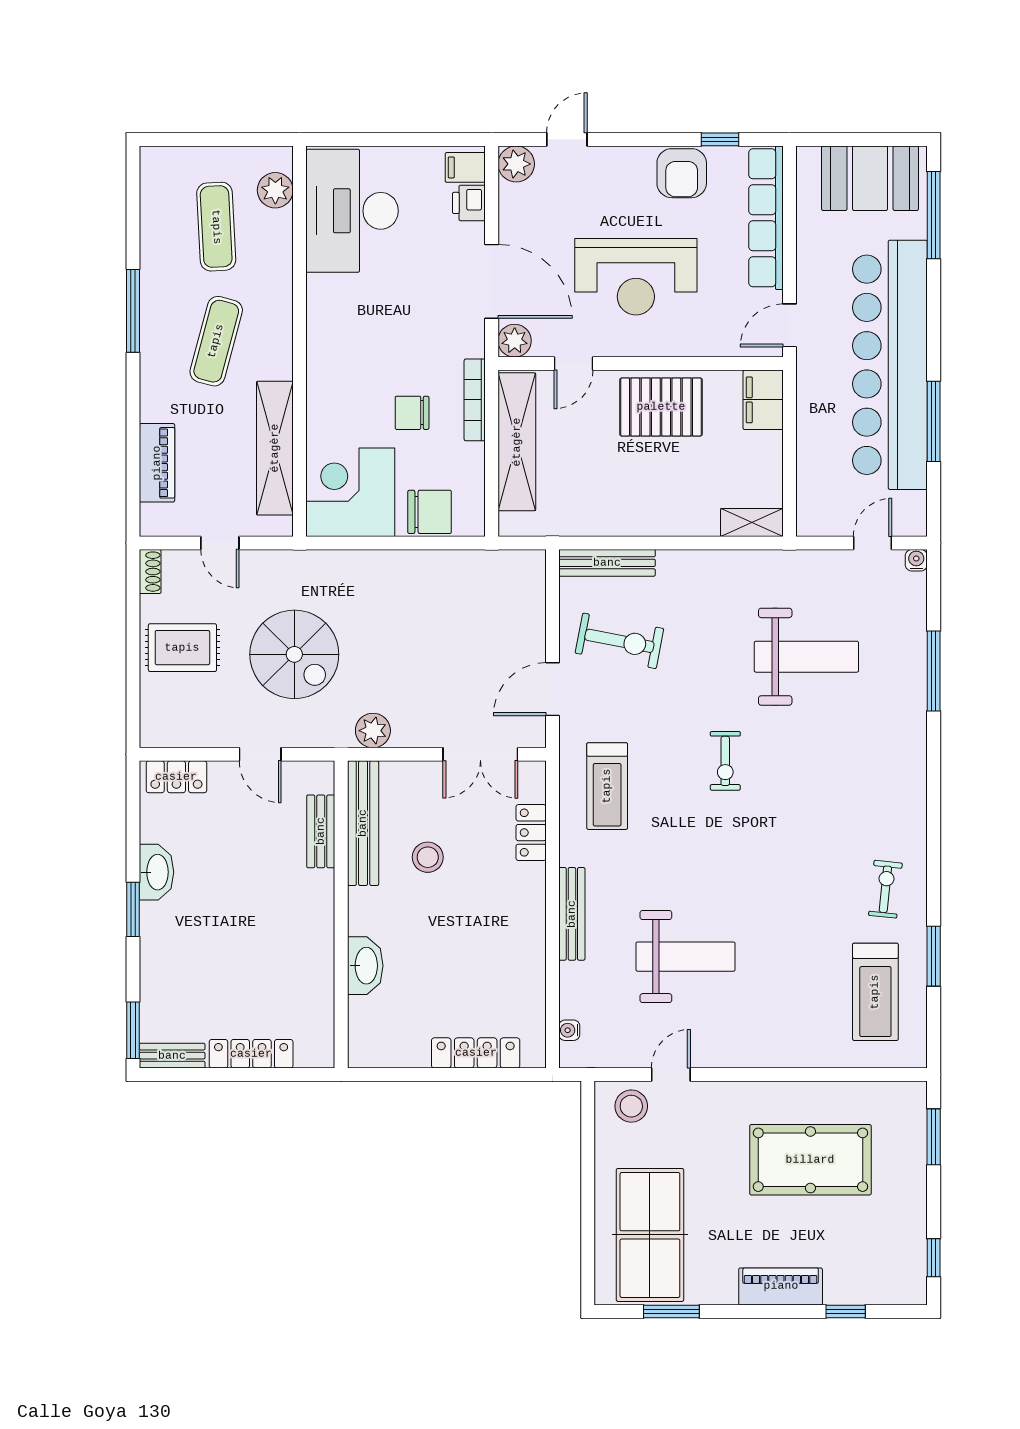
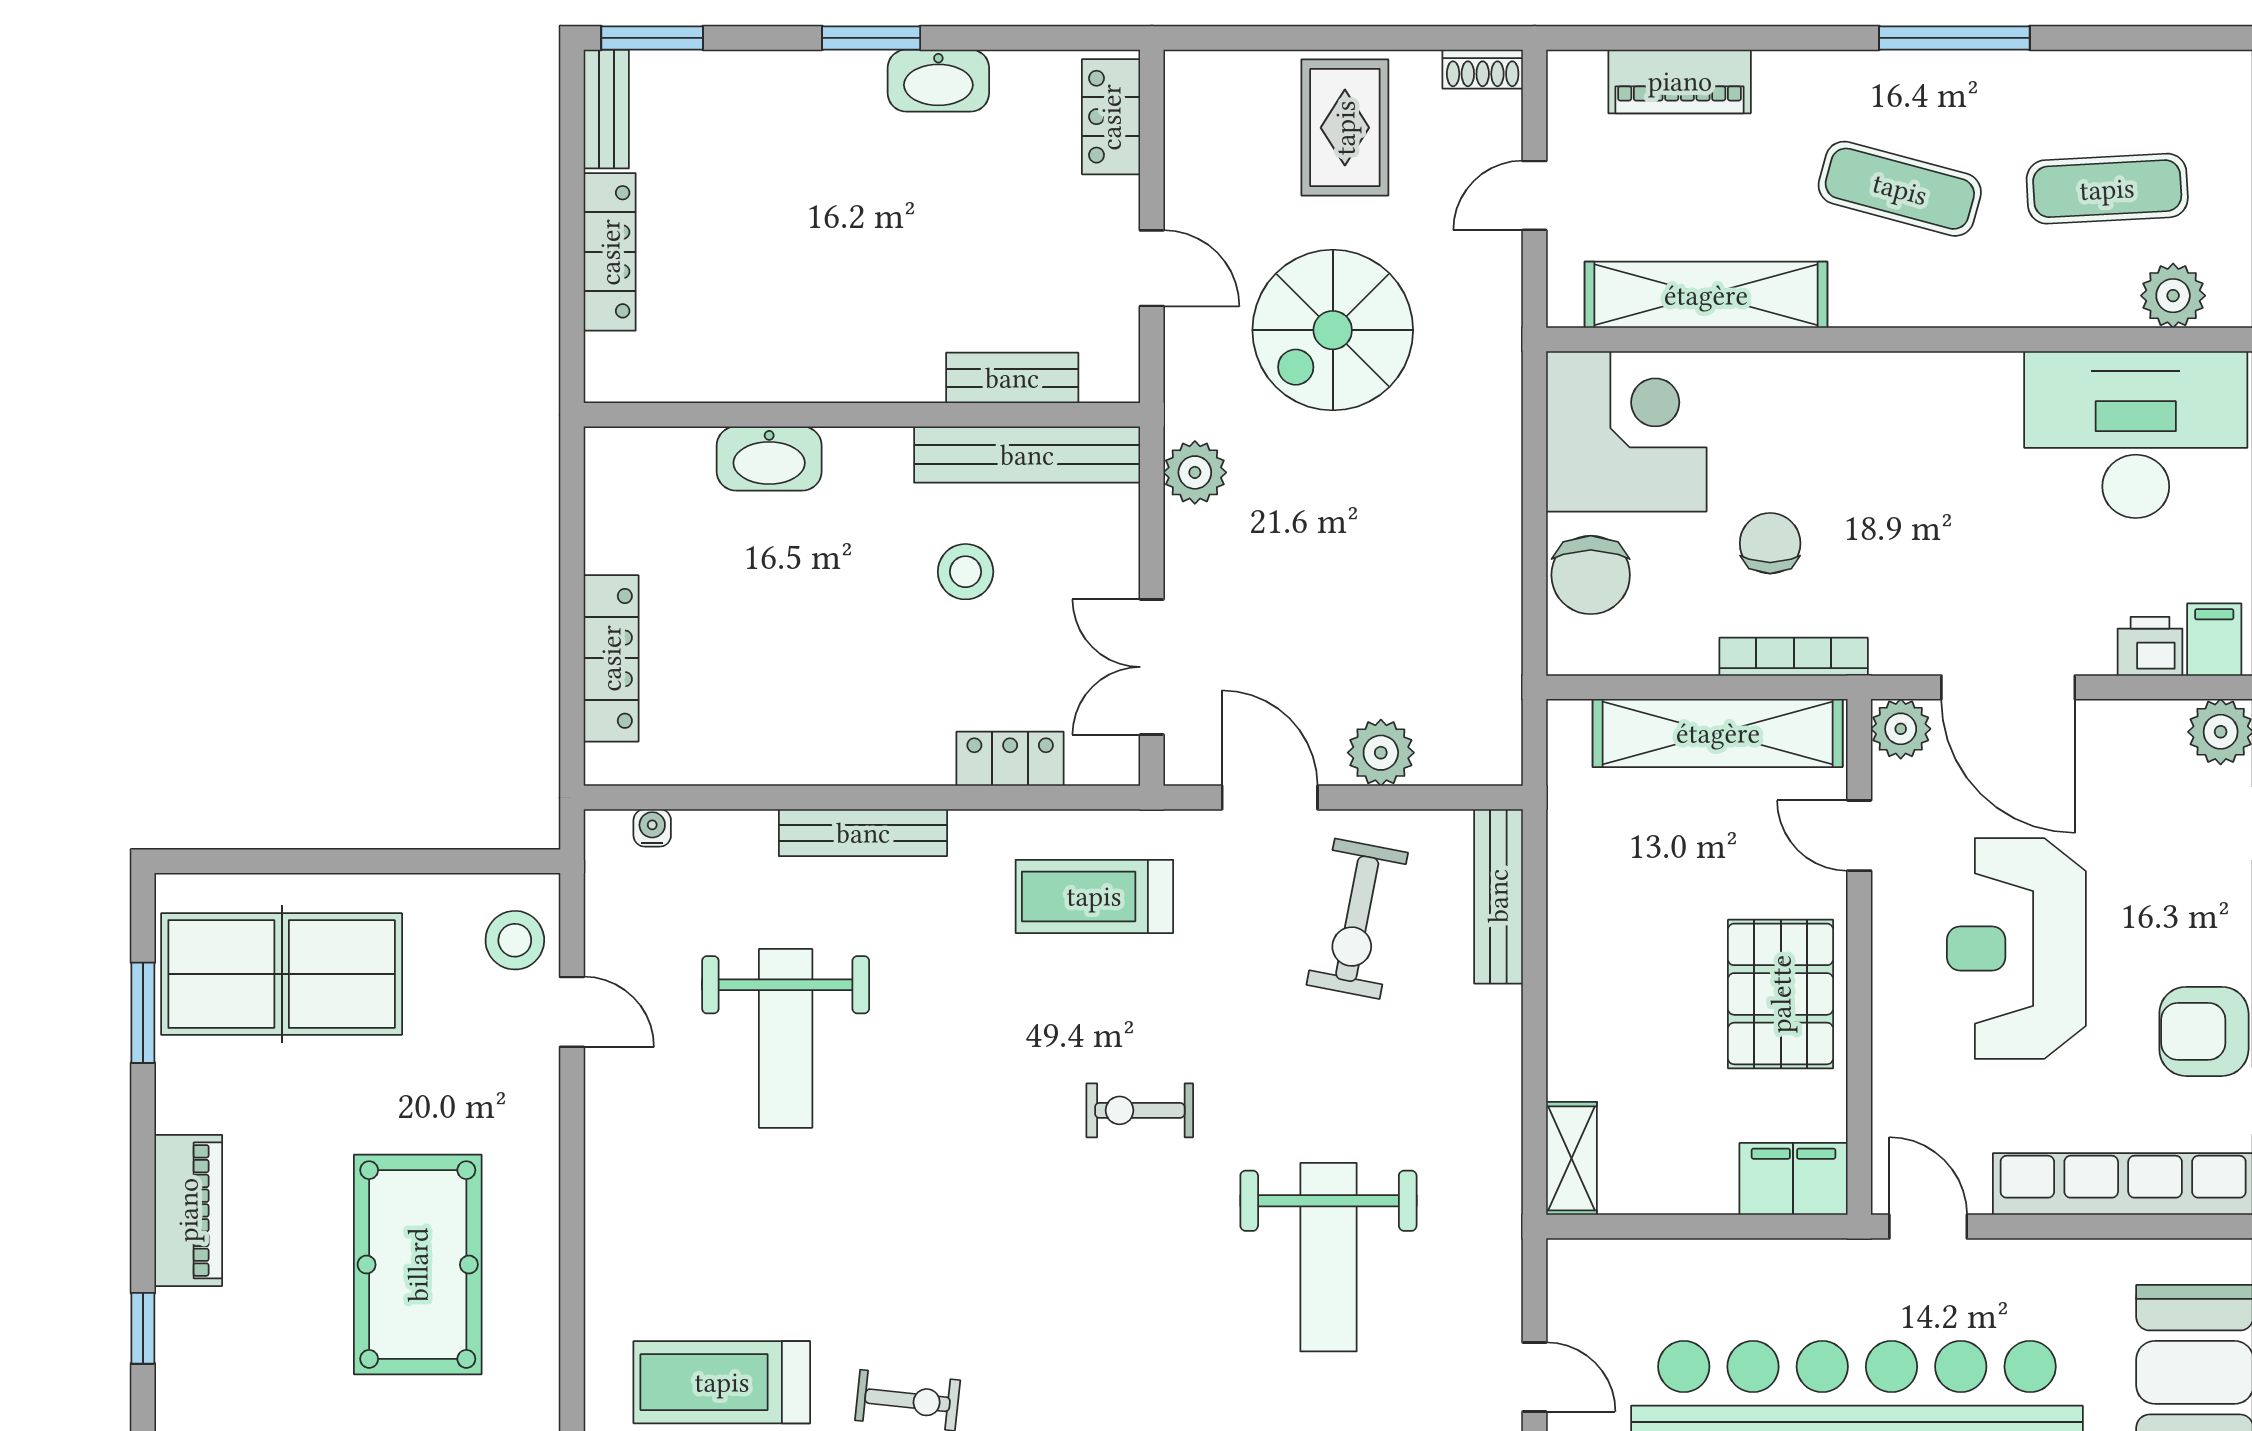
door: (492, 281) -> (2008, 687), hinge flipped
plant: (528, 628) -> (1381, 753), added
door: (260, 754) -> (1152, 268), swing flipped

